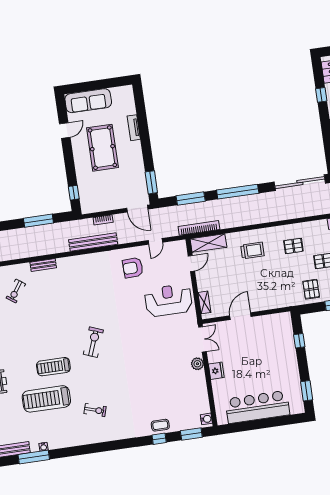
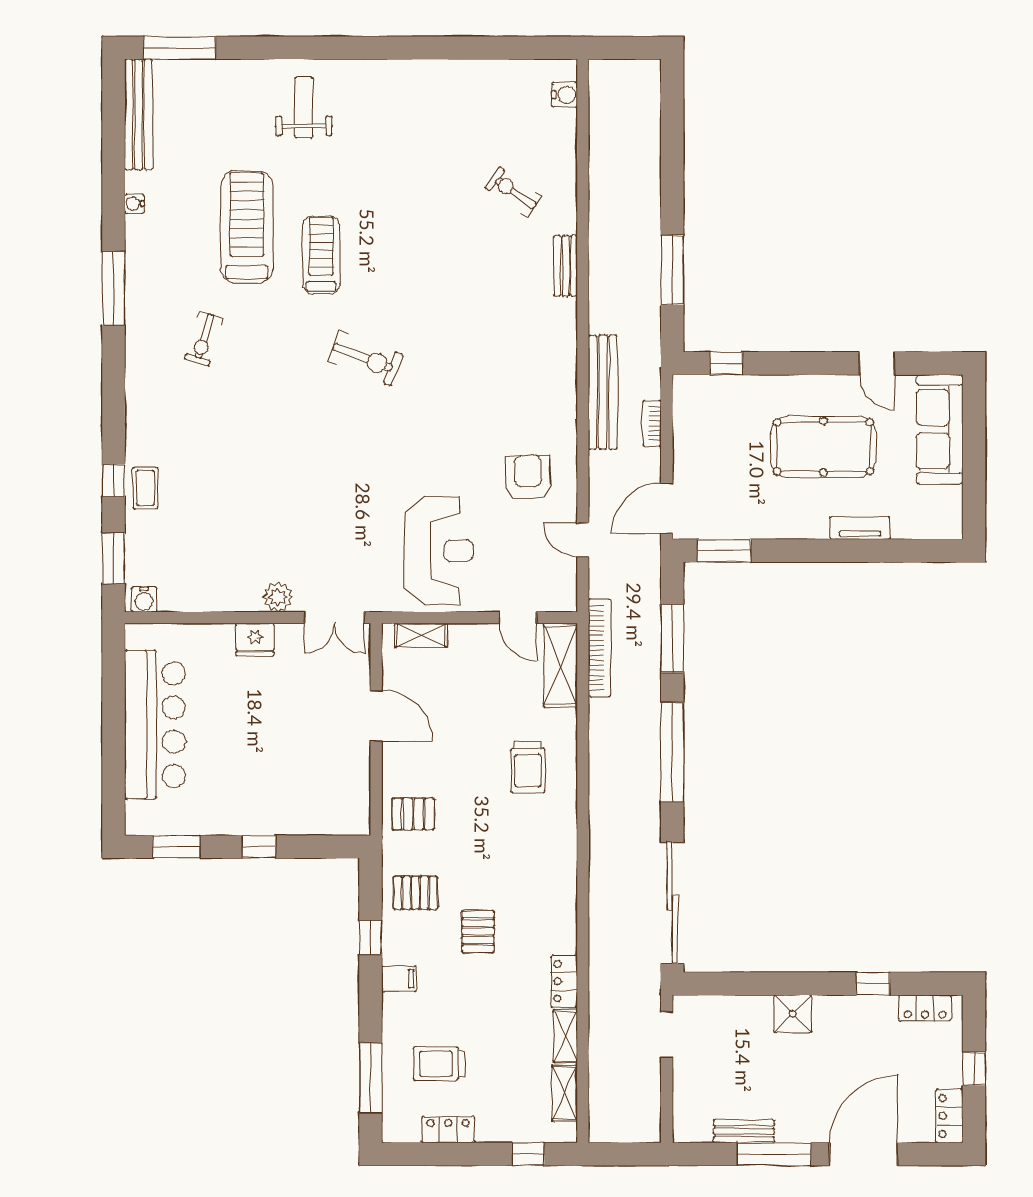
pallet: (293, 246) -> (413, 814), moved, turned 90
window: (299, 341) -> (259, 847), moved
window: (34, 457) -> (114, 289), moved

